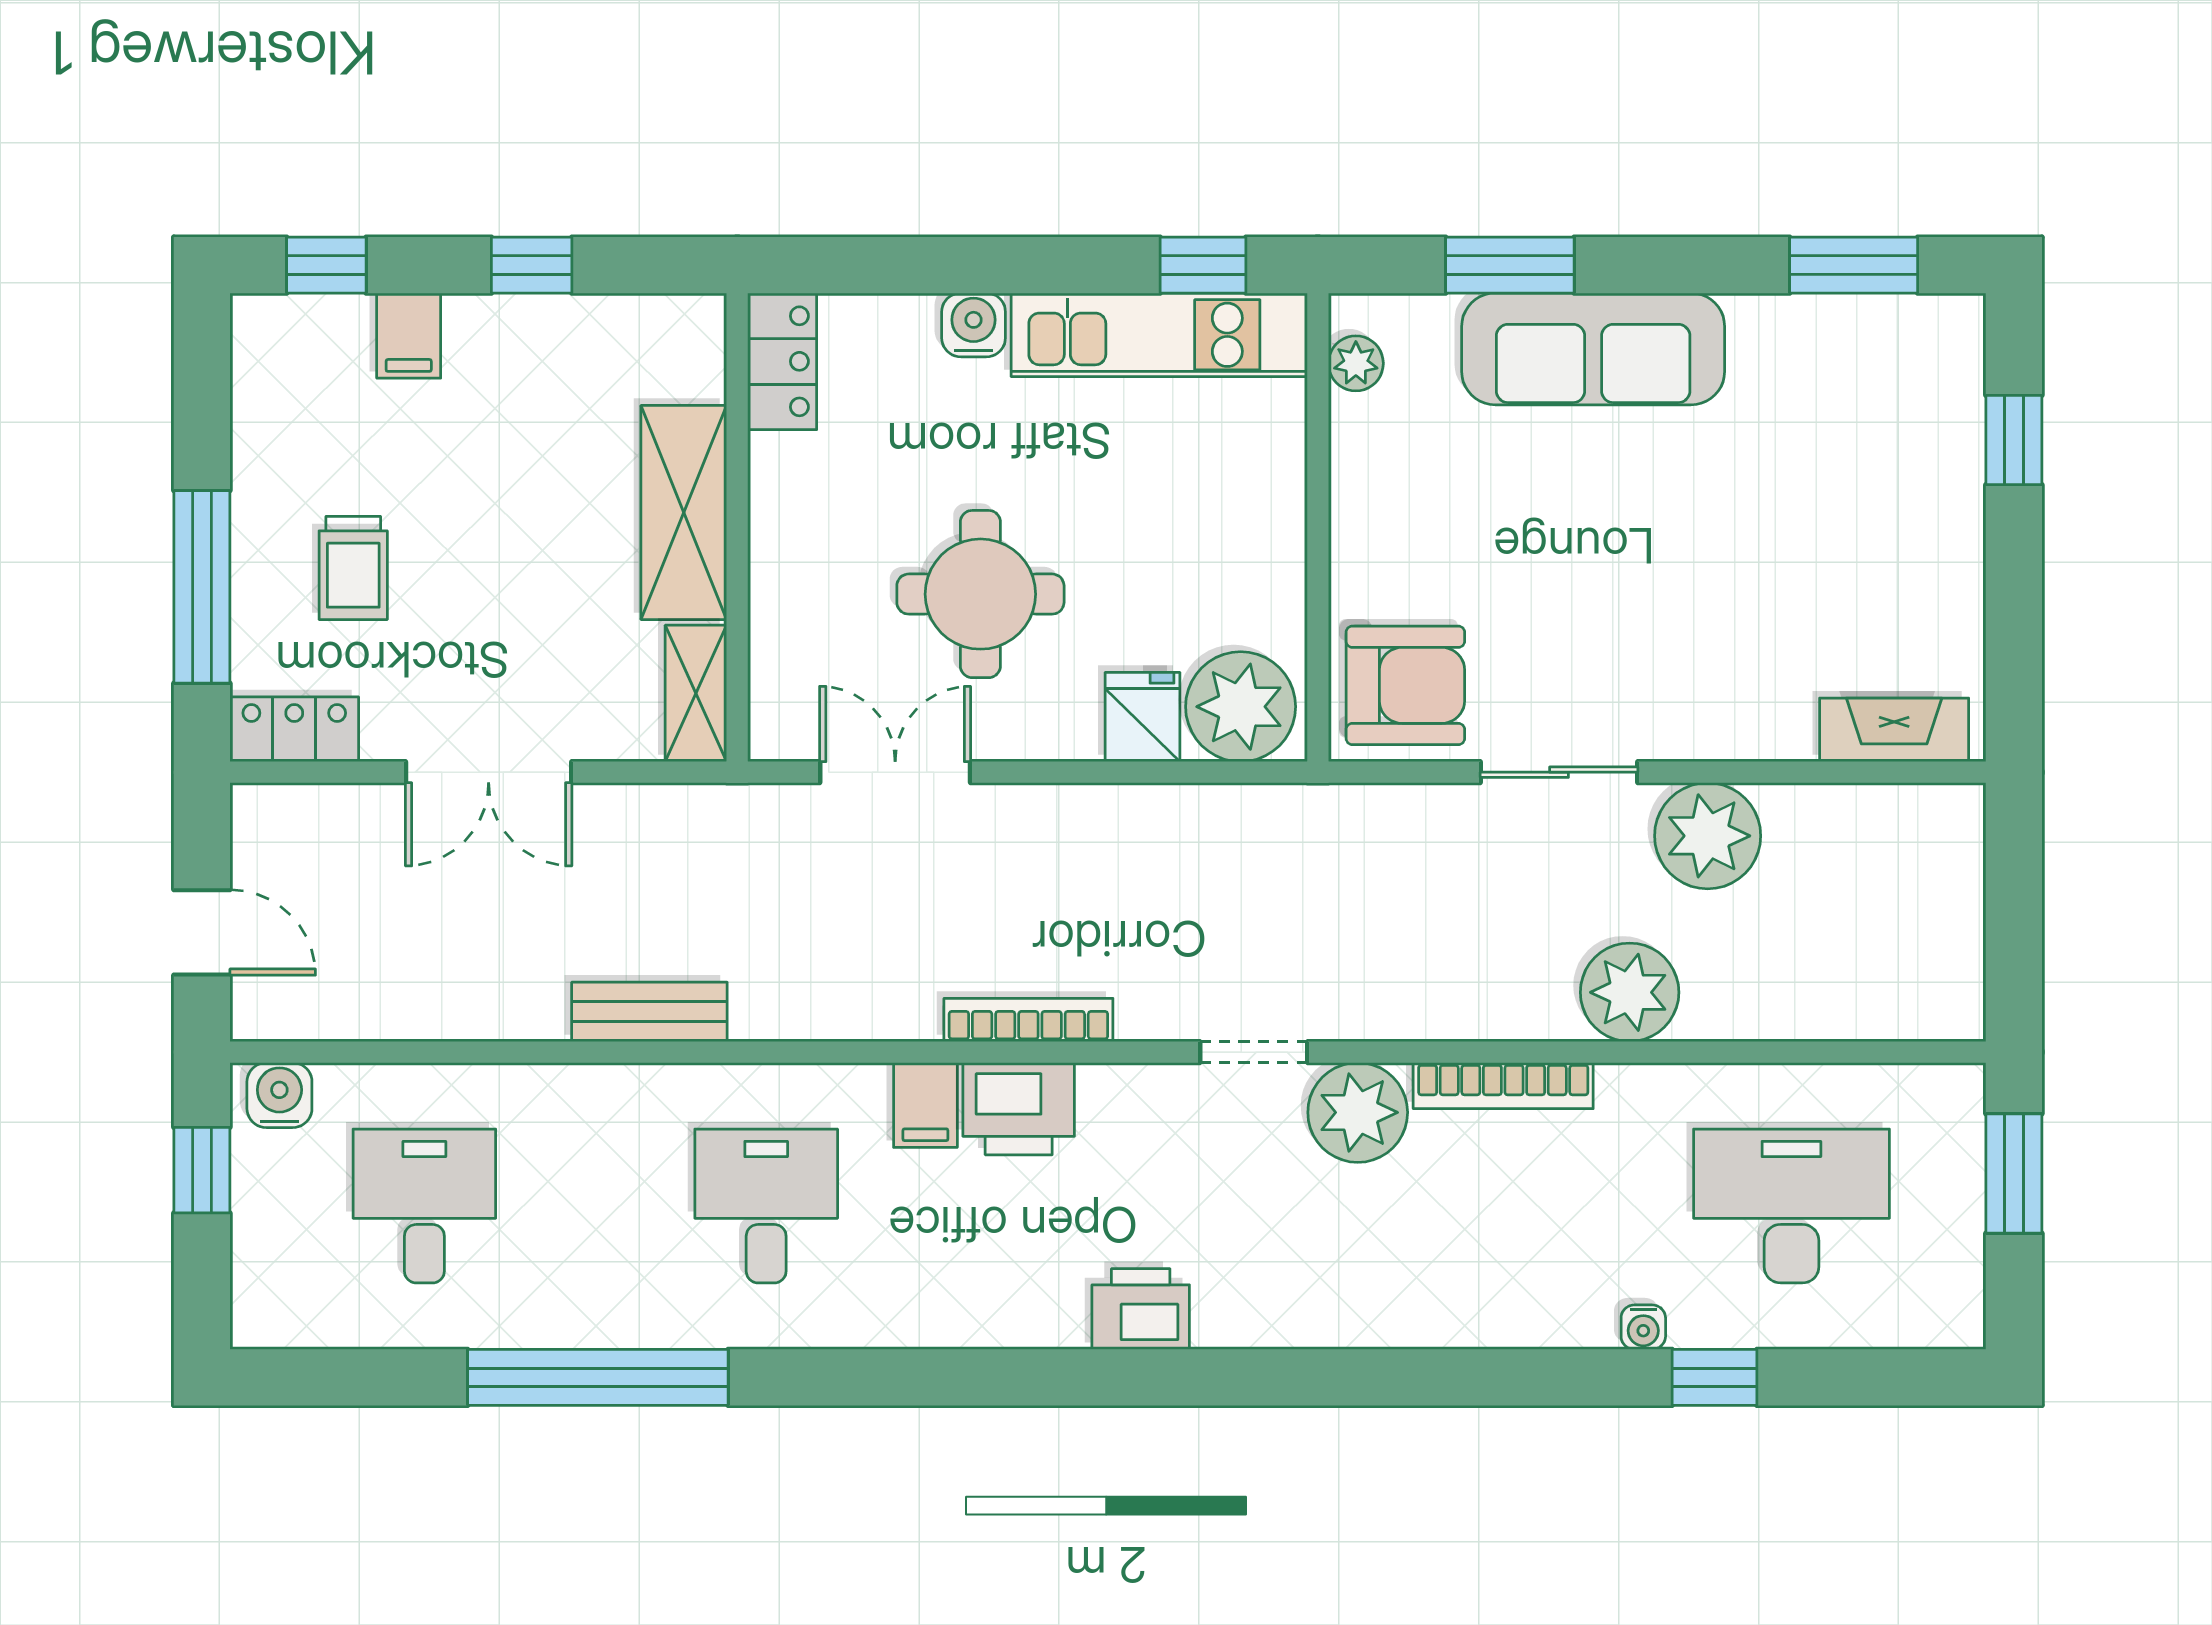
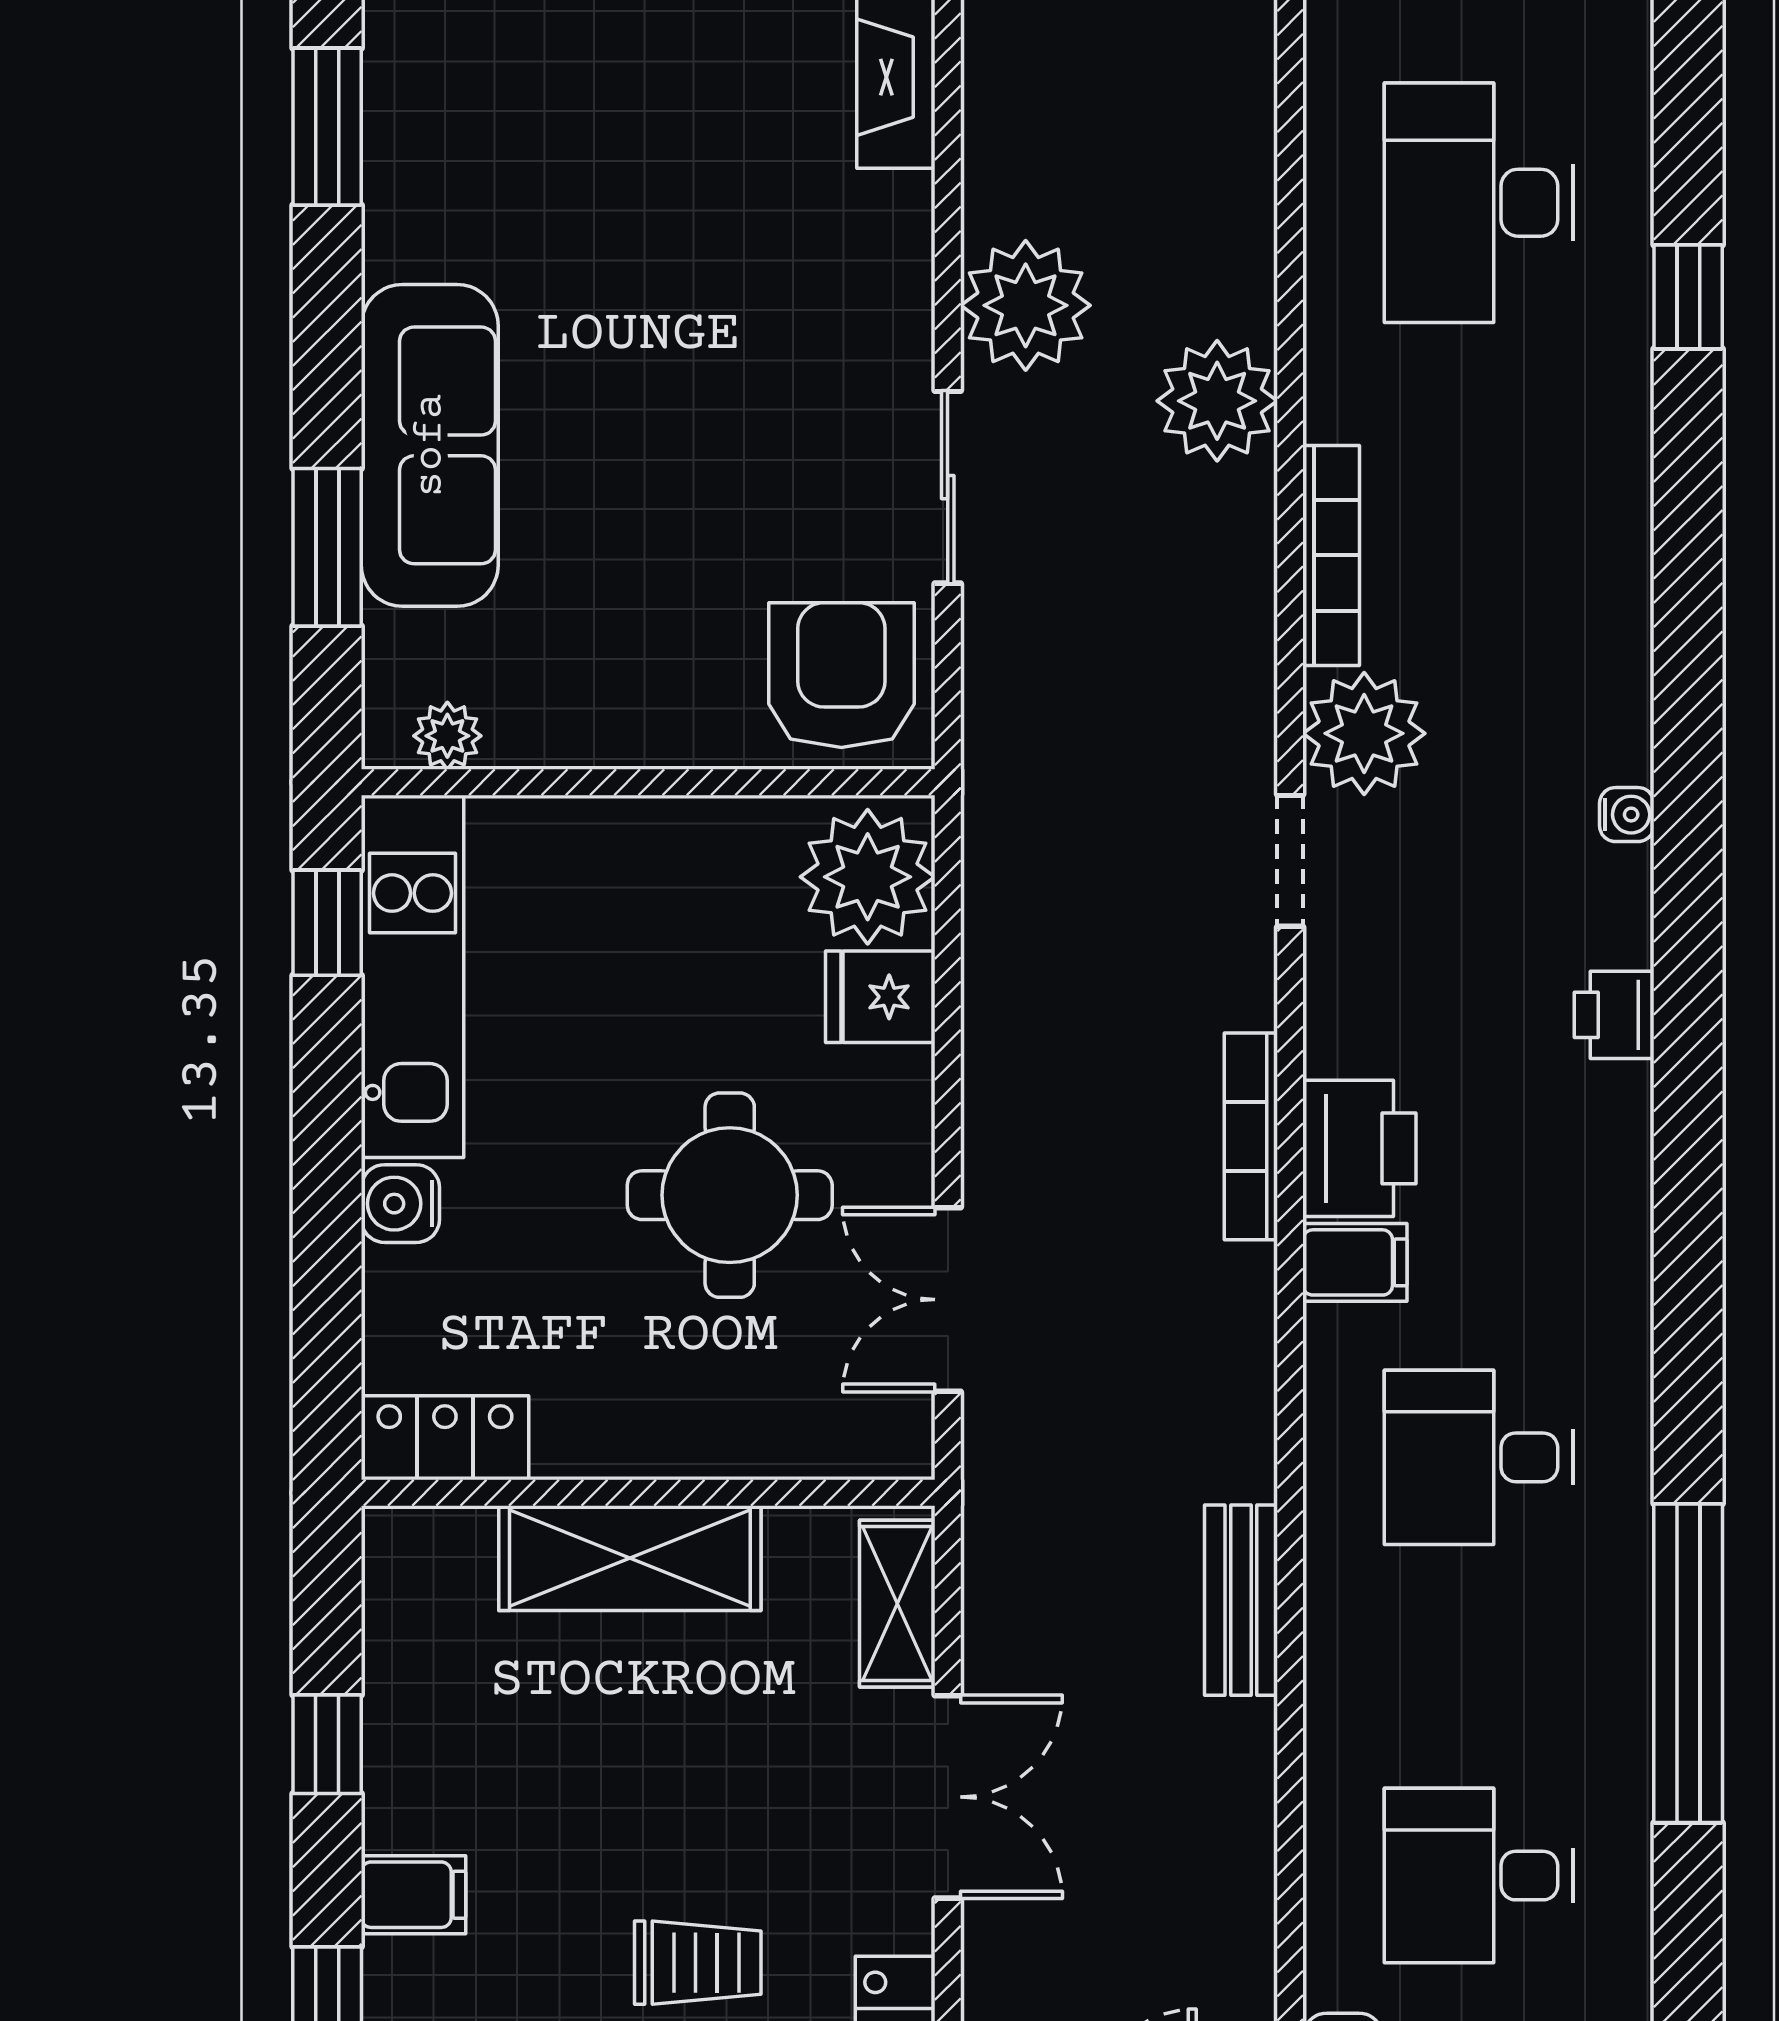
shelving: (696, 693) -> (897, 1604), moved, turned 90
printer: (1141, 1309) -> (1614, 1015), width x0.73, depth x0.81
water cooler: (1643, 1327) -> (1627, 815), moved

